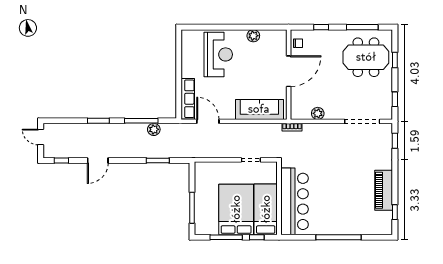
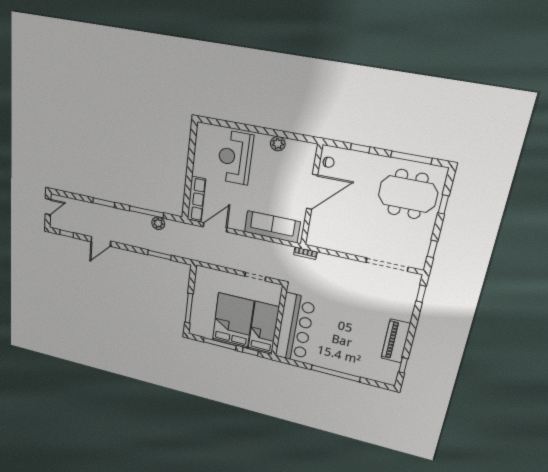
reception desk: (218, 54) -> (235, 158), turned 180
plant: (318, 113) -> (337, 245), removed
door: (208, 121) -> (215, 227), hinge flipped
door: (41, 137) -> (48, 207), swing flipped

